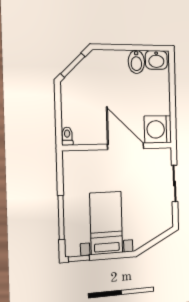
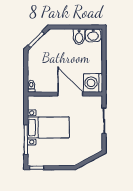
bed with nightstands: (106, 223) -> (48, 127), moved, turned 90

